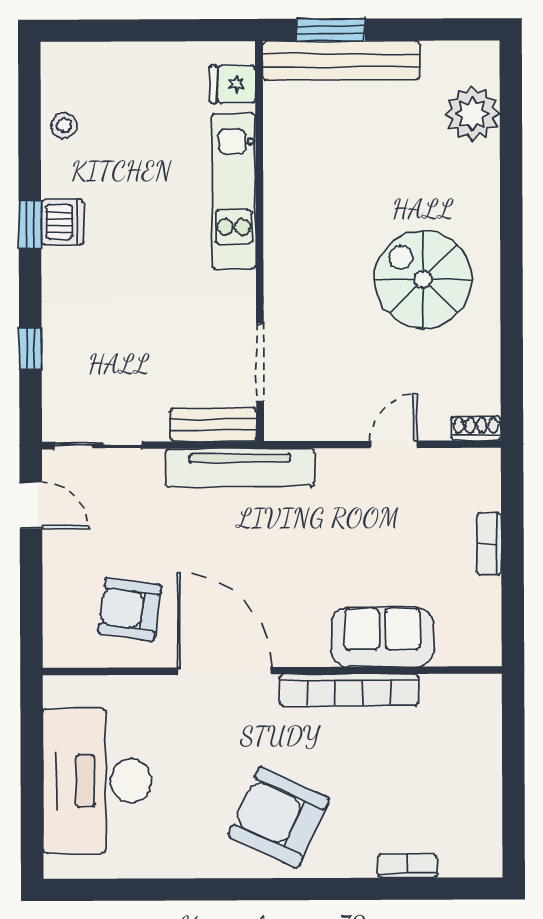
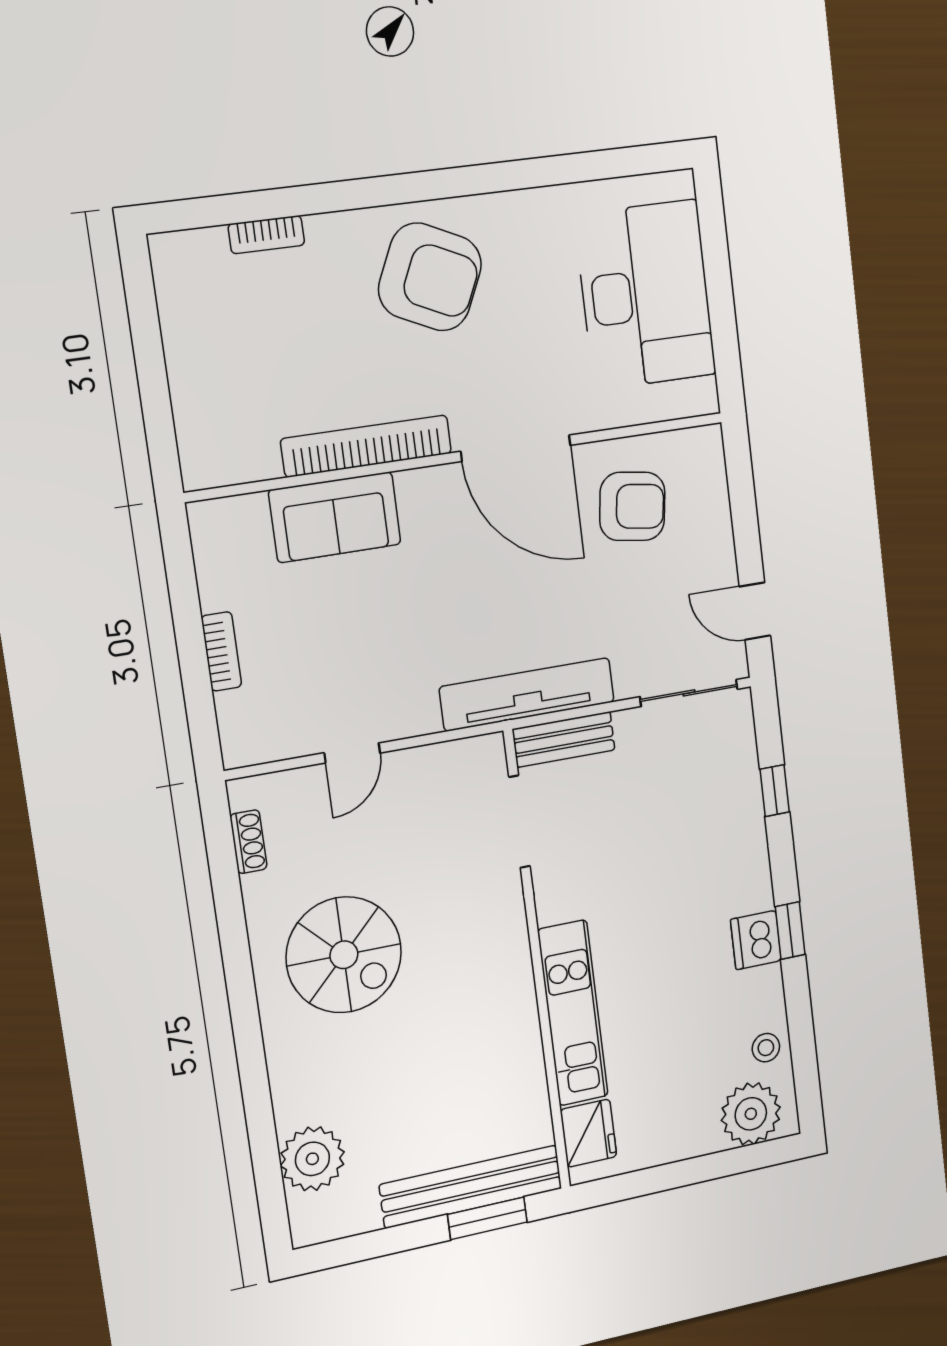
plant: (84, 70) -> (751, 1114), added
fridge: (233, 84) -> (588, 1133), width x1.38
shoe rack: (476, 428) -> (248, 842), moved, turned -90

